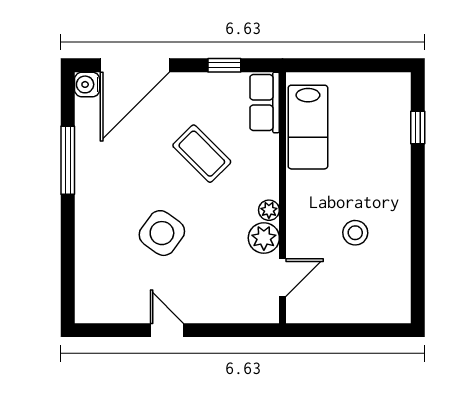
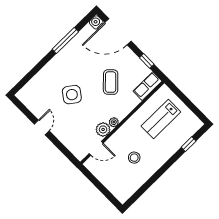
lab bench: (308, 127) -> (161, 119), moved

